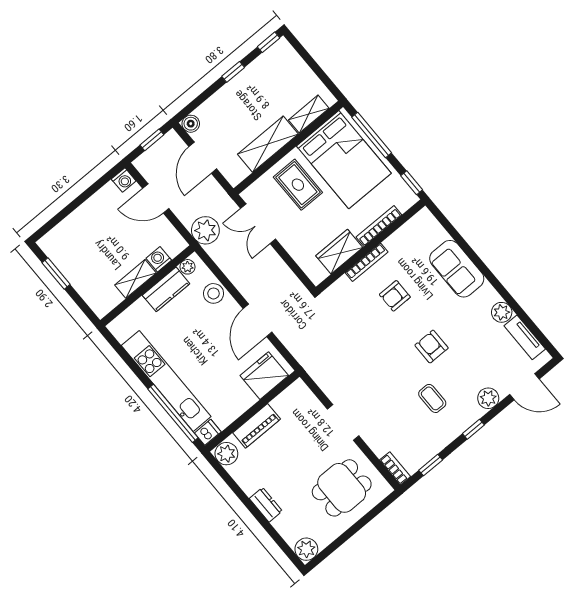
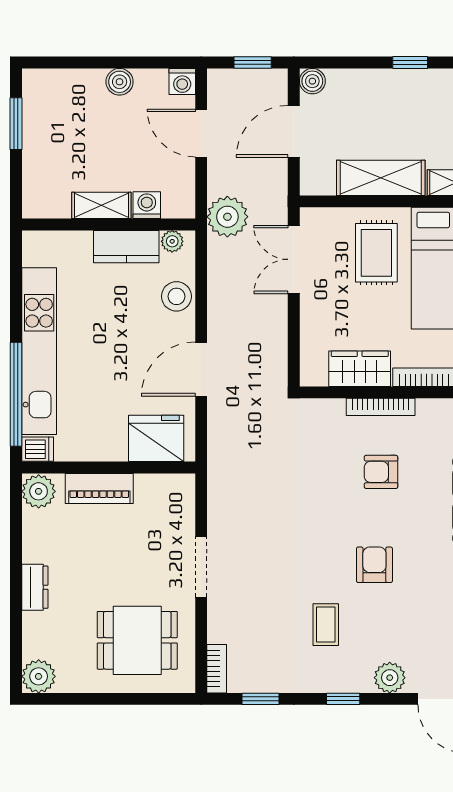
boiler: (91, 207) -> (120, 82), added

